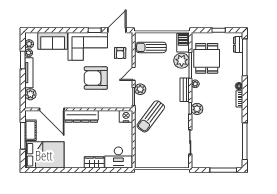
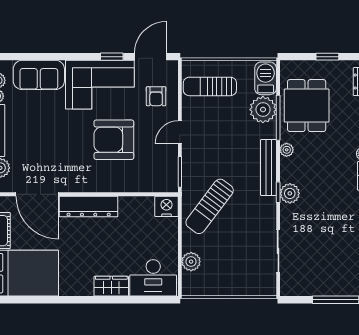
plant: (140, 89) -> (191, 262), moved
bench: (185, 90) -> (268, 167), width x1.36

